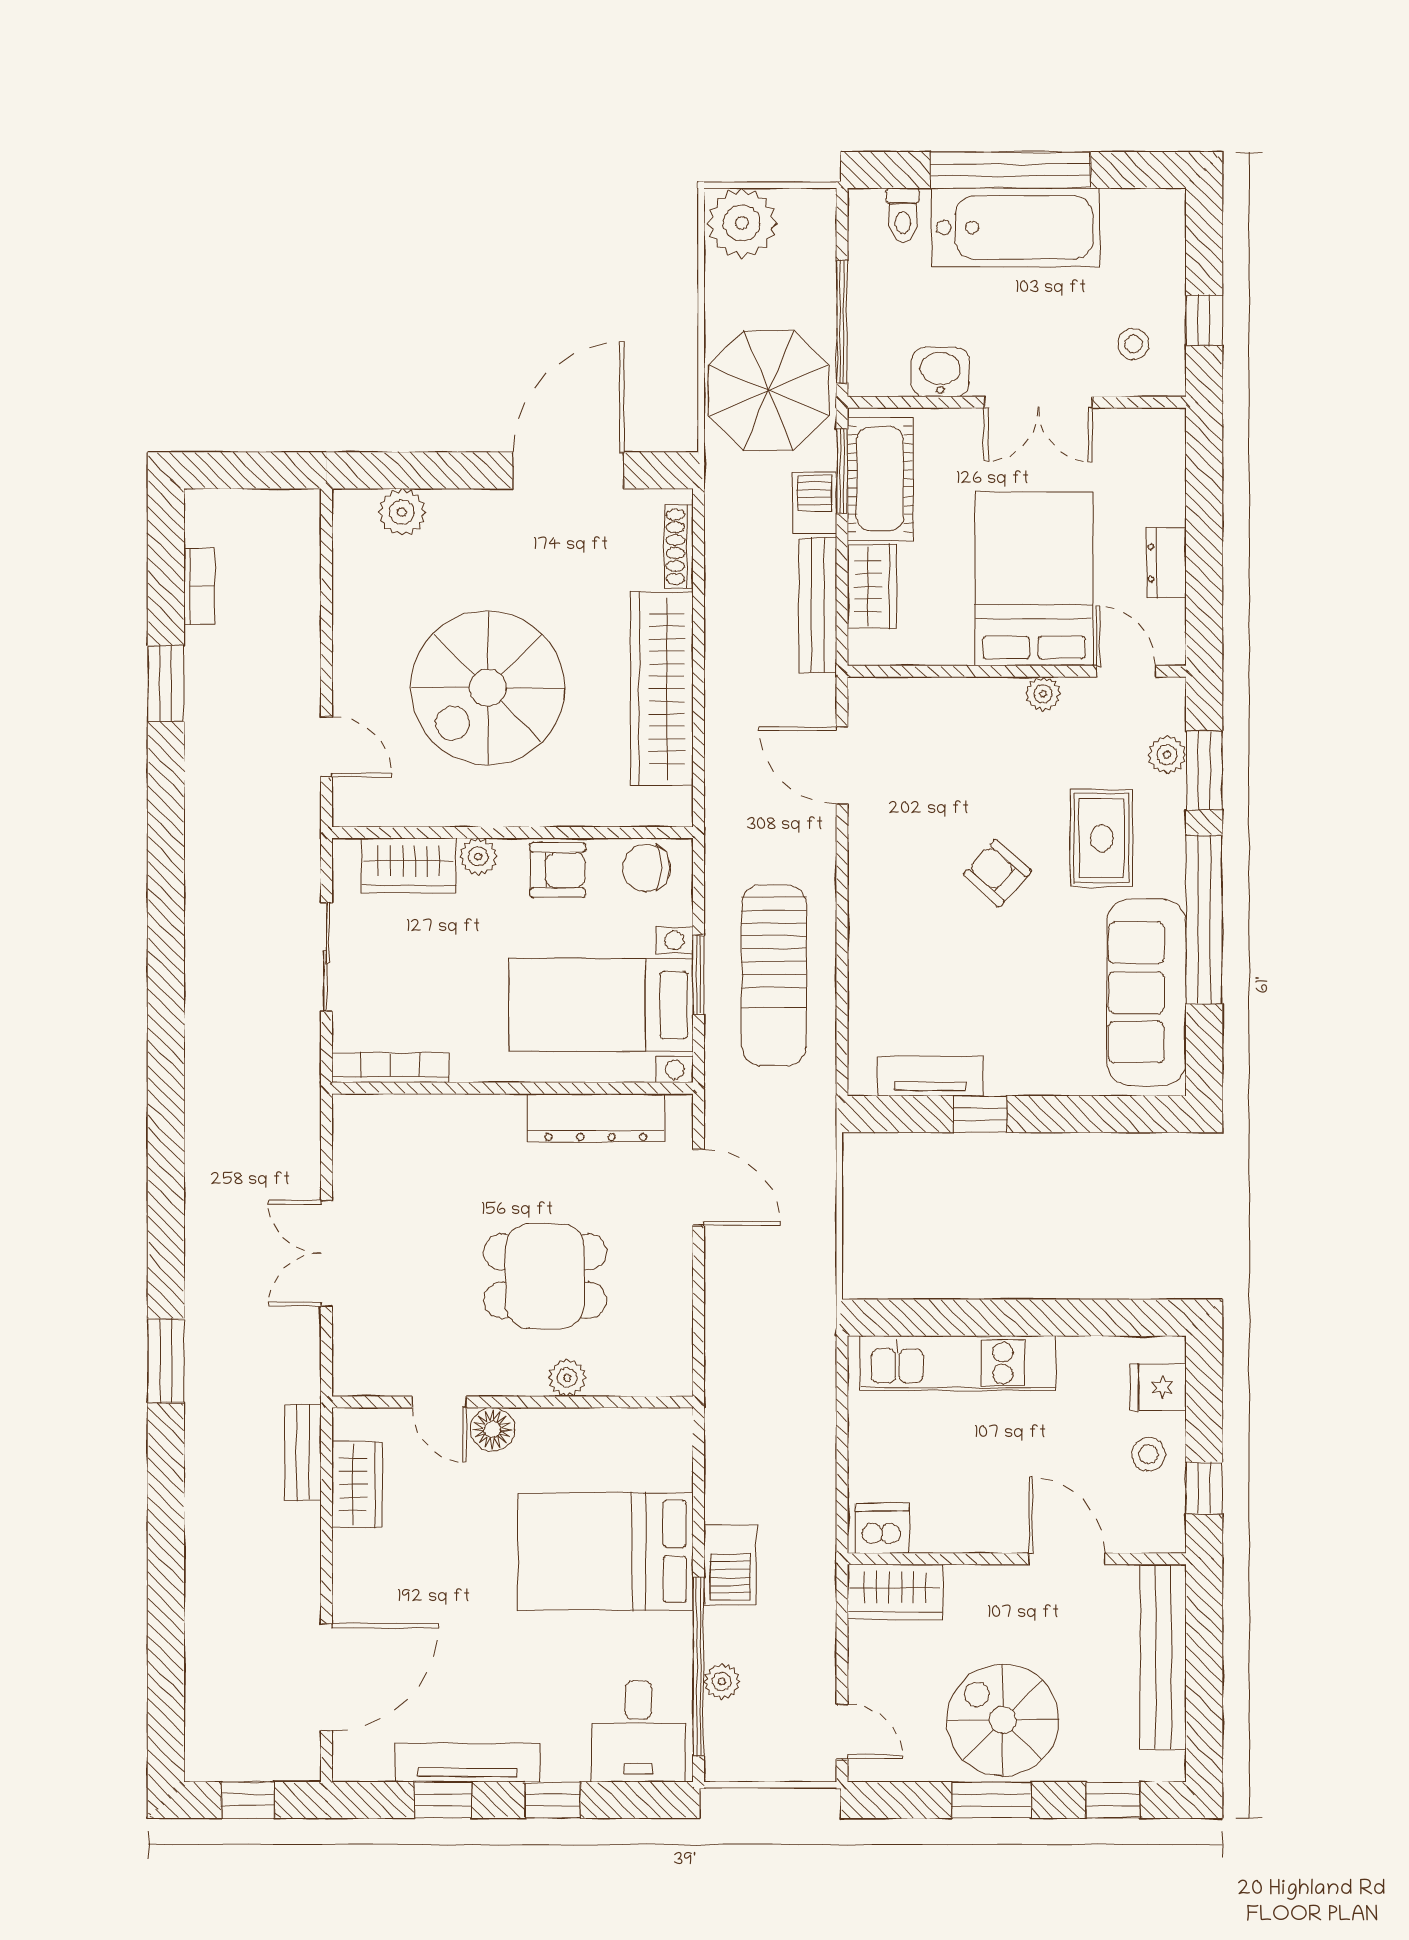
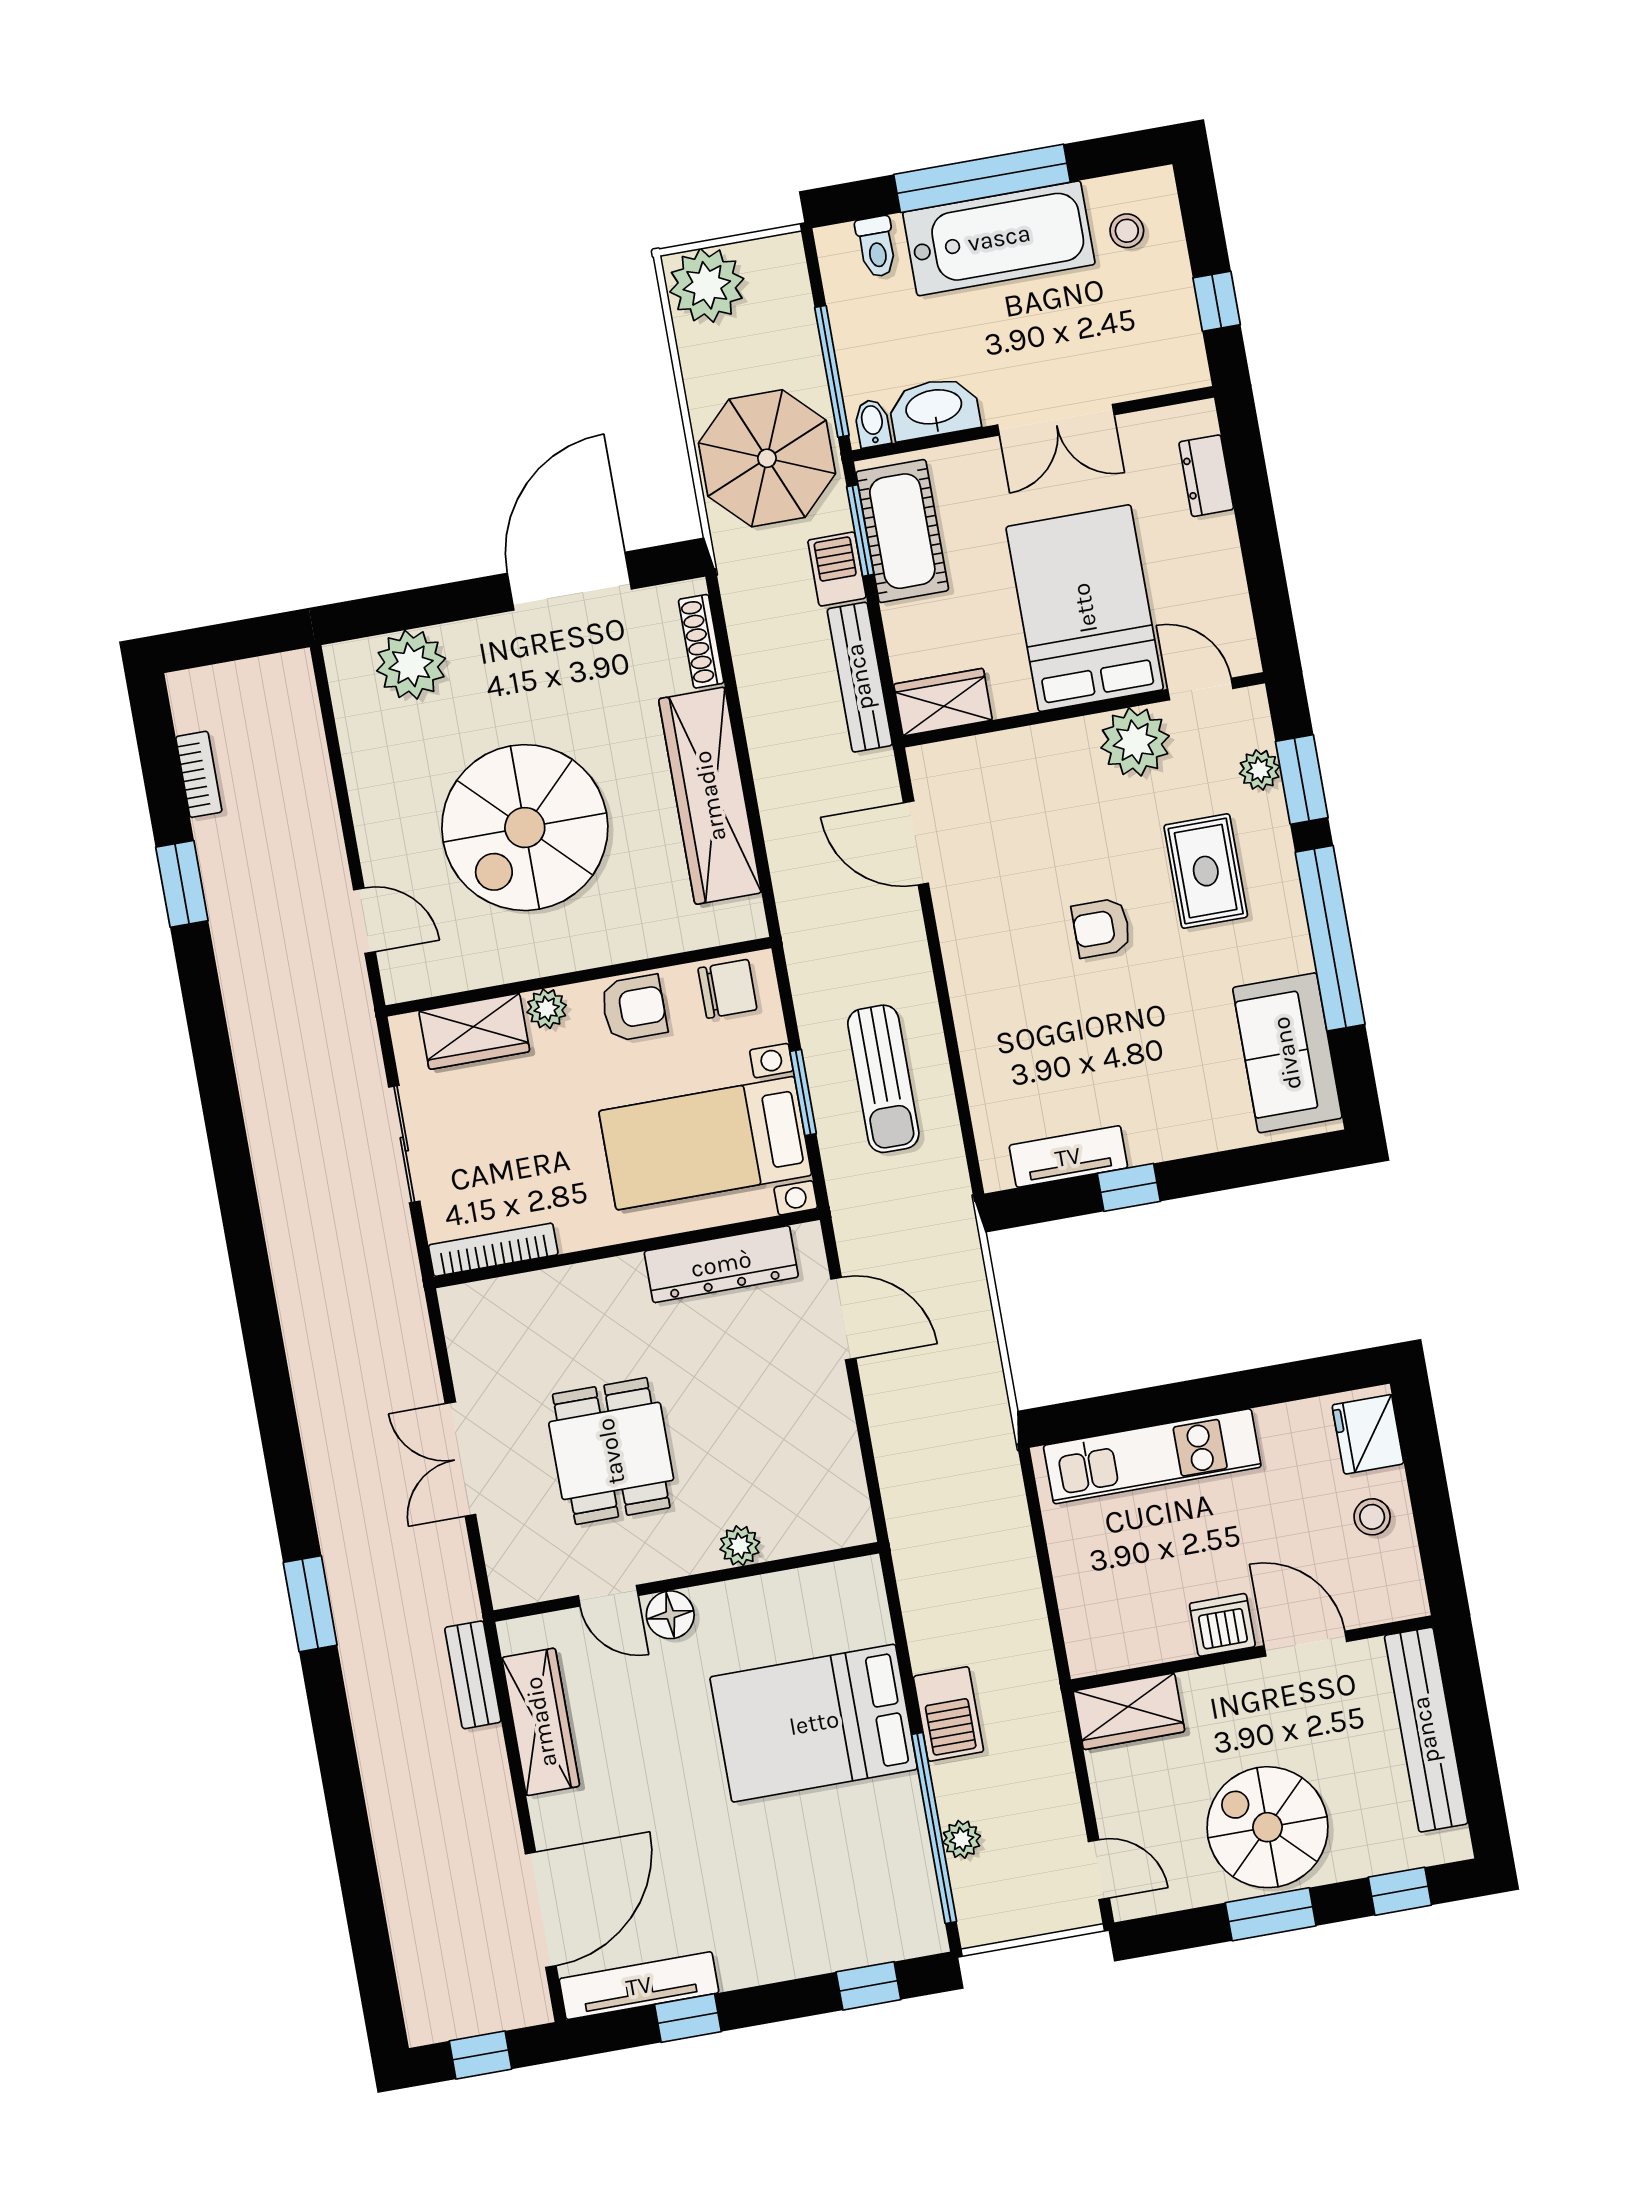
stool: (1133, 344) -> (1127, 231), moved
washbasin: (940, 372) -> (934, 408), width x1.38
bidet: (870, 376) -> (872, 423), added
plant: (402, 512) -> (411, 665), width x1.36, depth x1.36
dresser: (1166, 563) -> (1206, 476), moved
wardrobe: (872, 586) -> (943, 702), moved, turned -90
plant: (1043, 694) -> (1135, 742), width x1.88, depth x1.88
chair: (646, 868) -> (727, 989), turned 180
armchair: (997, 873) -> (1101, 928), turned -42
sun lounger: (774, 975) -> (883, 1079), width x0.73, depth x0.75
sofa: (1147, 992) -> (1287, 1053), width x0.73
dining table: (545, 1276) -> (611, 1451), moved, turned 90
fridge: (1158, 1387) -> (1368, 1434), width x1.38
wardrobe: (357, 1484) -> (541, 1722), width x1.50
window: (1204, 1488) -> (1438, 1542), removed
dishwasher: (882, 1528) -> (1222, 1625), moved
desk: (638, 1731) -> (882, 1908), removed
tv unit: (468, 1763) -> (639, 1986), moved
window: (553, 1800) -> (868, 1986), moved

